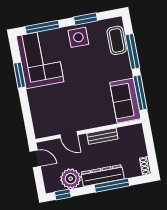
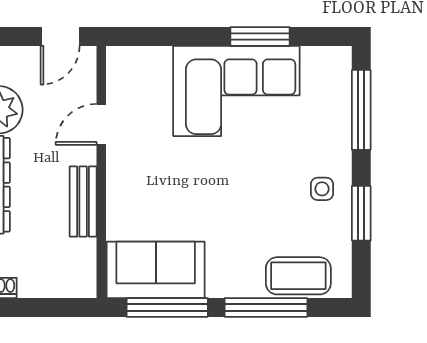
side table: (78, 37) -> (322, 189), width x0.54, depth x0.54
corner sofa: (40, 59) -> (236, 91), moved

